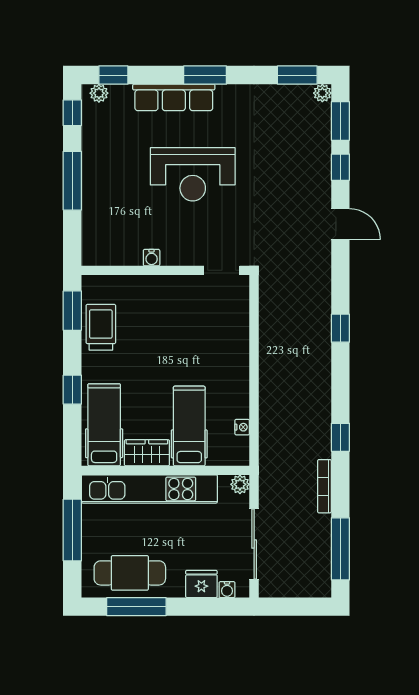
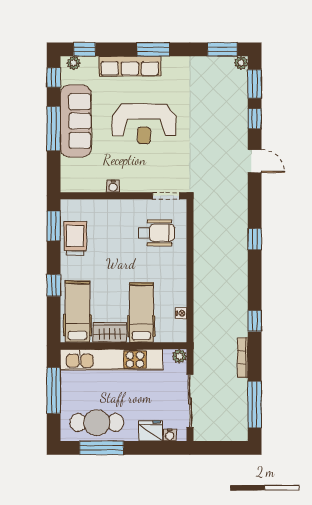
sofa: (102, 171) -> (76, 121), added
wheelchair: (210, 320) -> (157, 233), added

